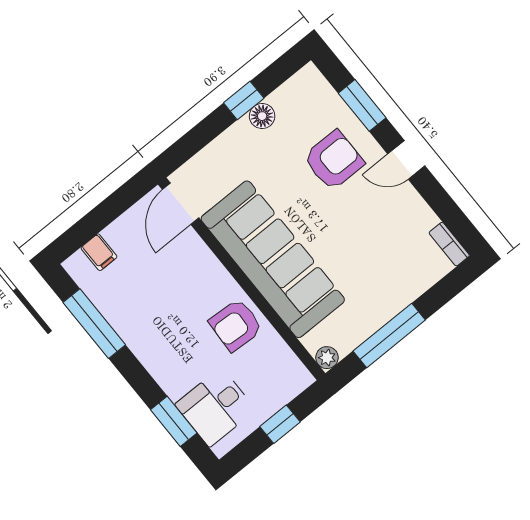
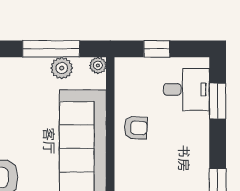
armchair: (236, 325) -> (136, 128), width x0.72, depth x0.72
plant: (362, 325) -> (62, 68), added

